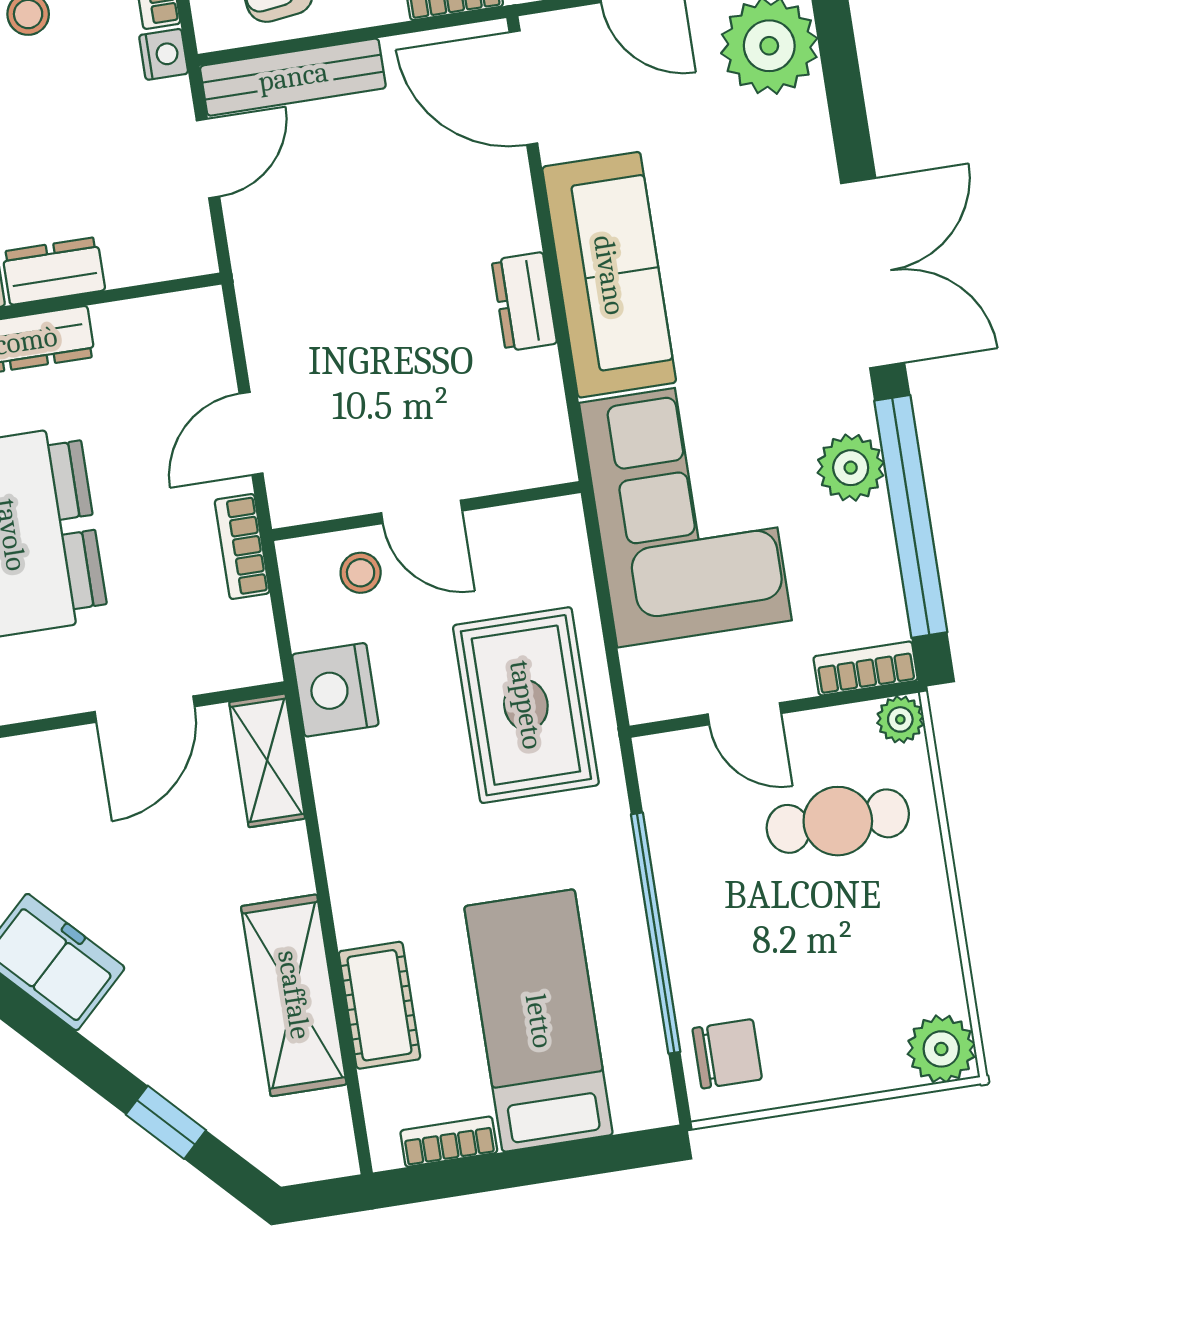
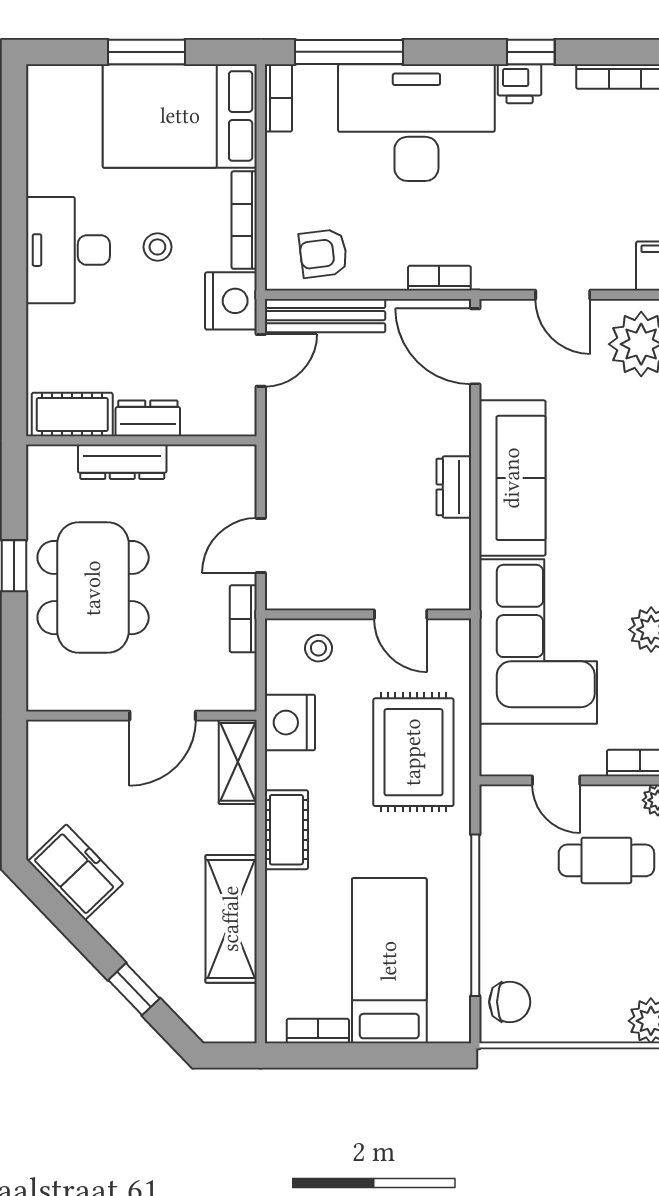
nightstand: (164, 54) -> (231, 301), width x1.89, depth x1.79
door: (422, 512) -> (401, 614), moved
cot: (379, 1005) -> (286, 830), moved

